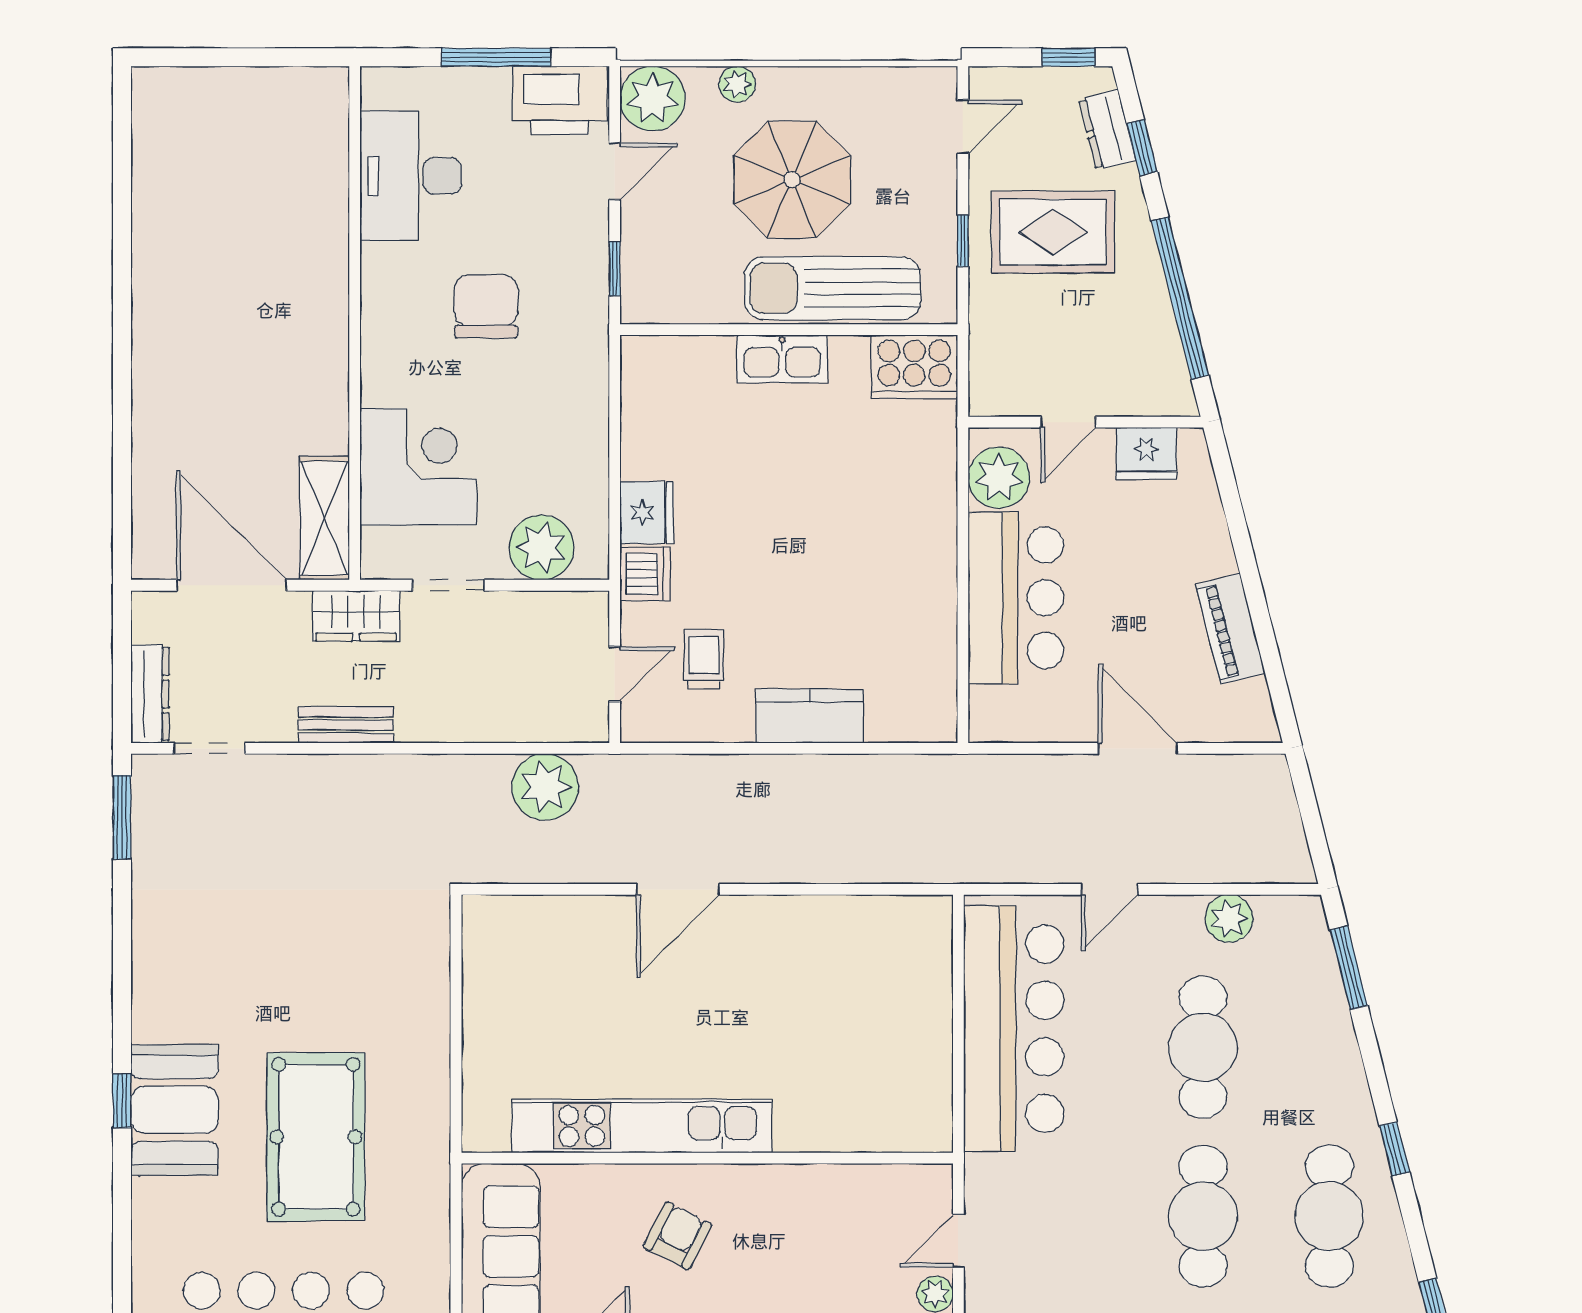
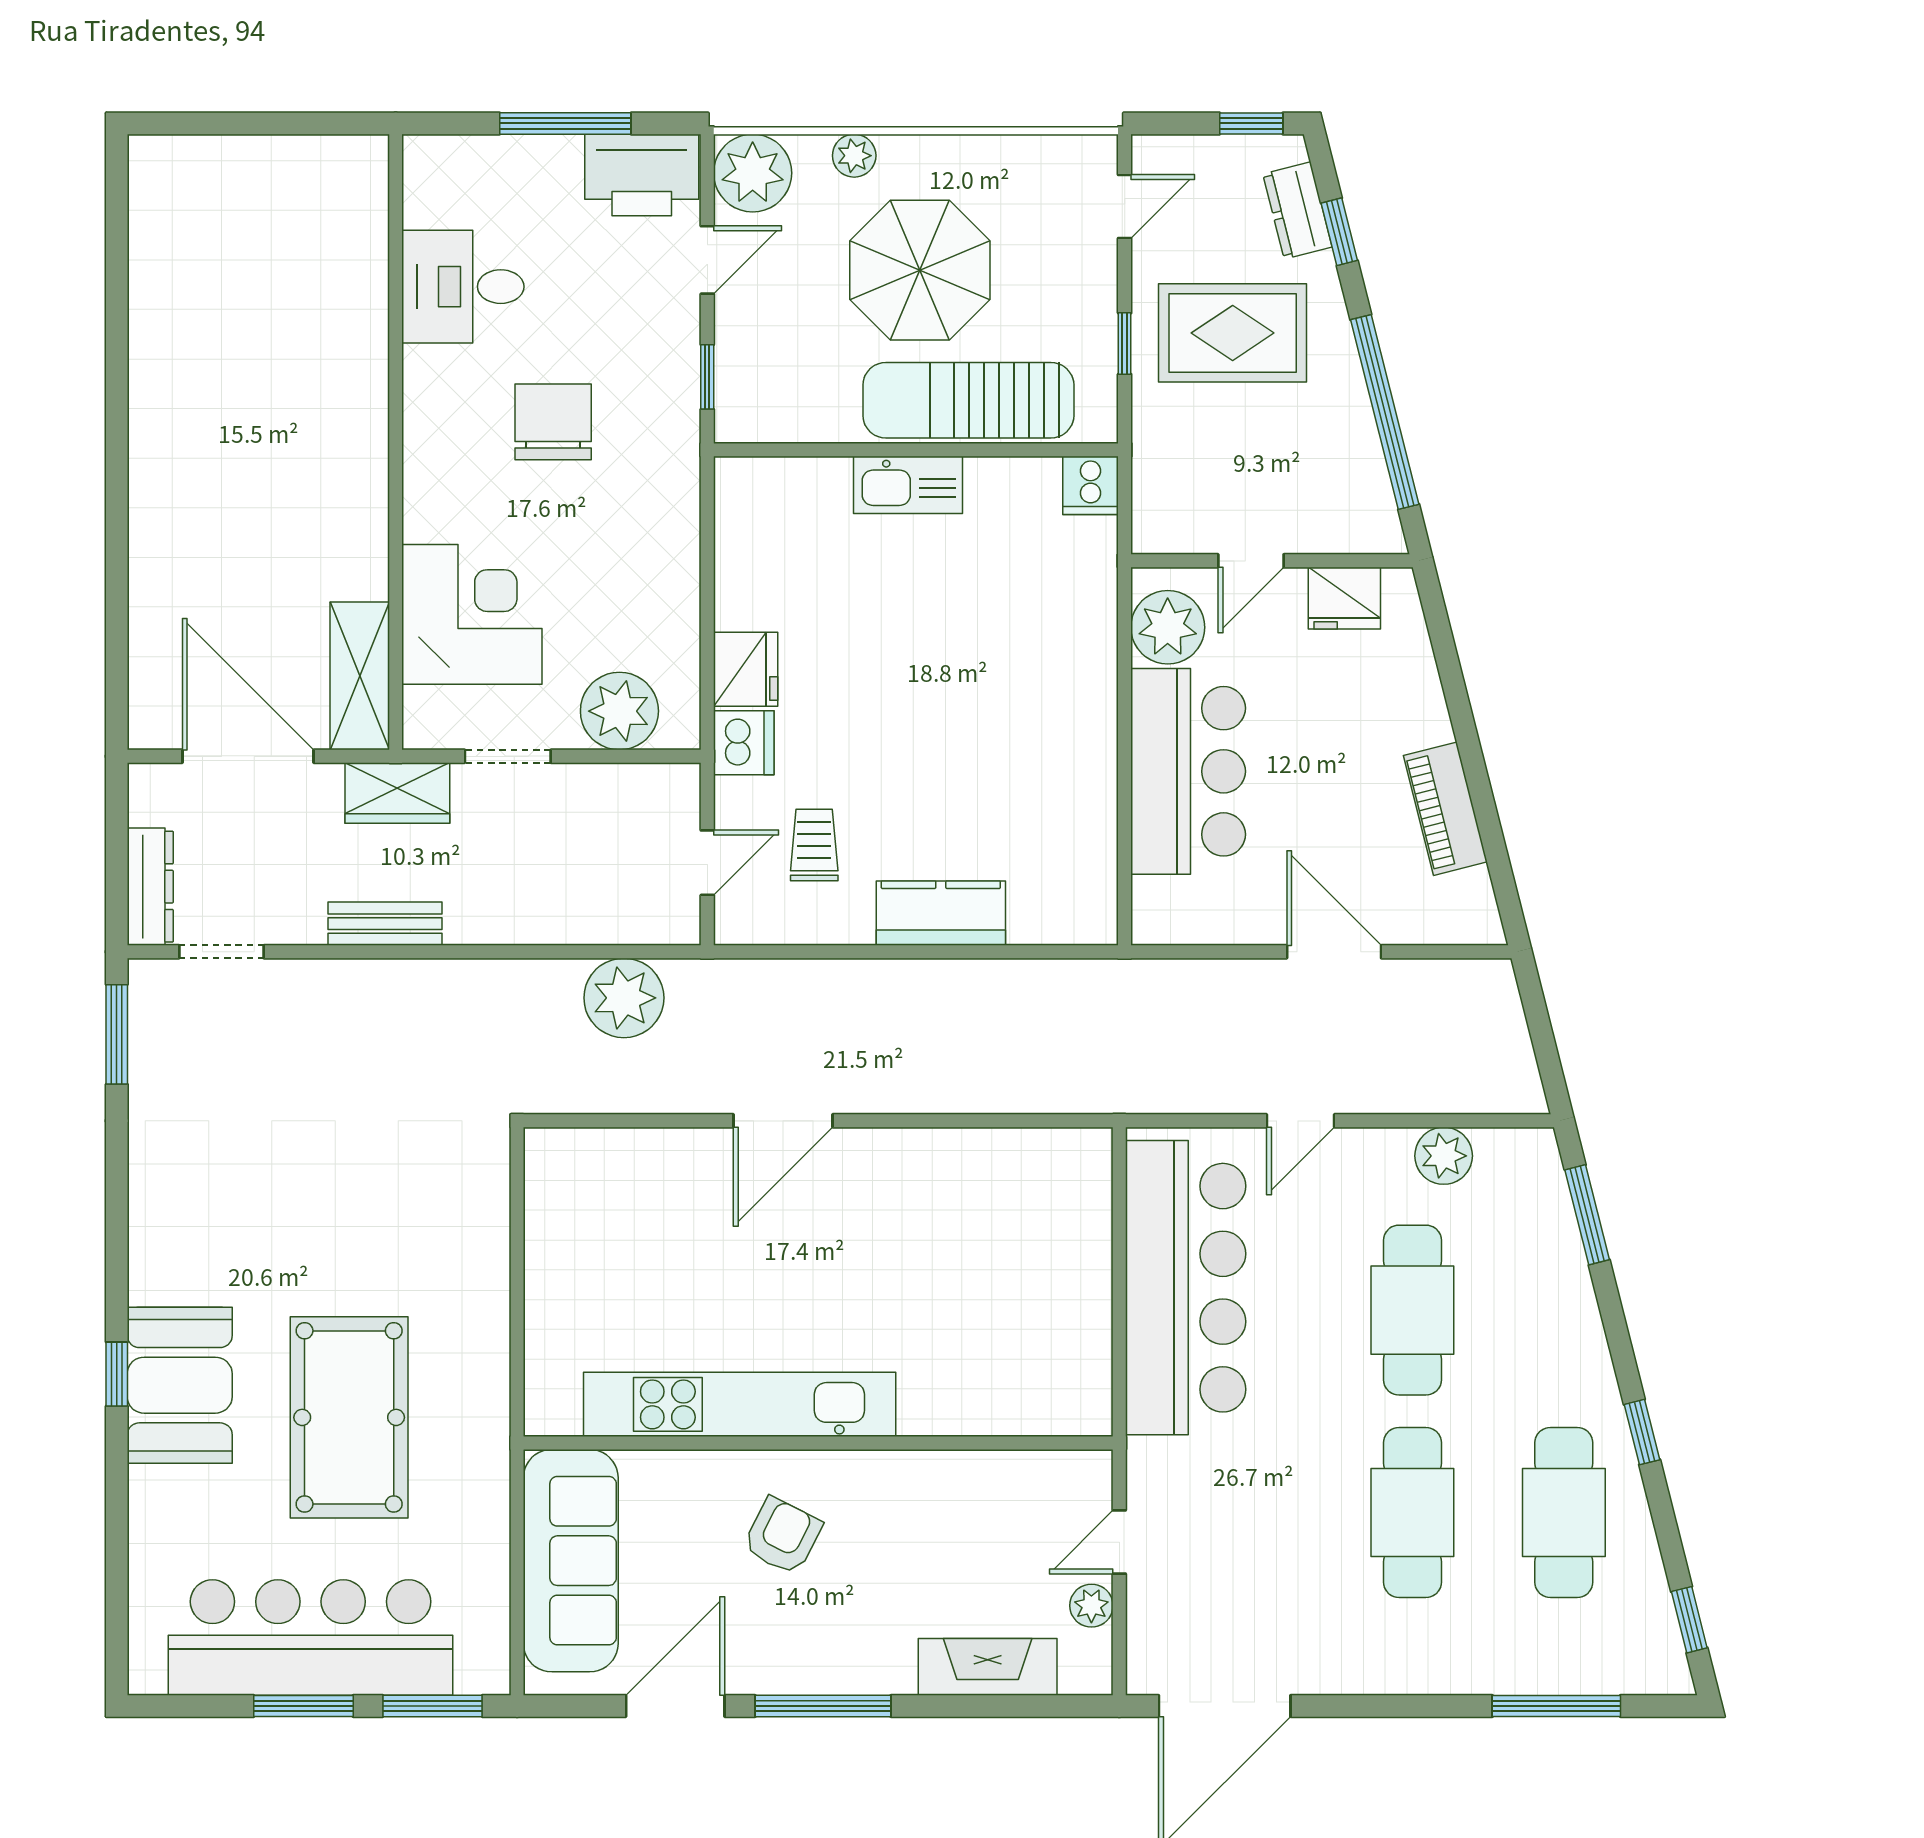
desk: (411, 176) -> (463, 287), width x0.73
cooker: (914, 367) -> (1091, 485), width x0.53, depth x0.76

